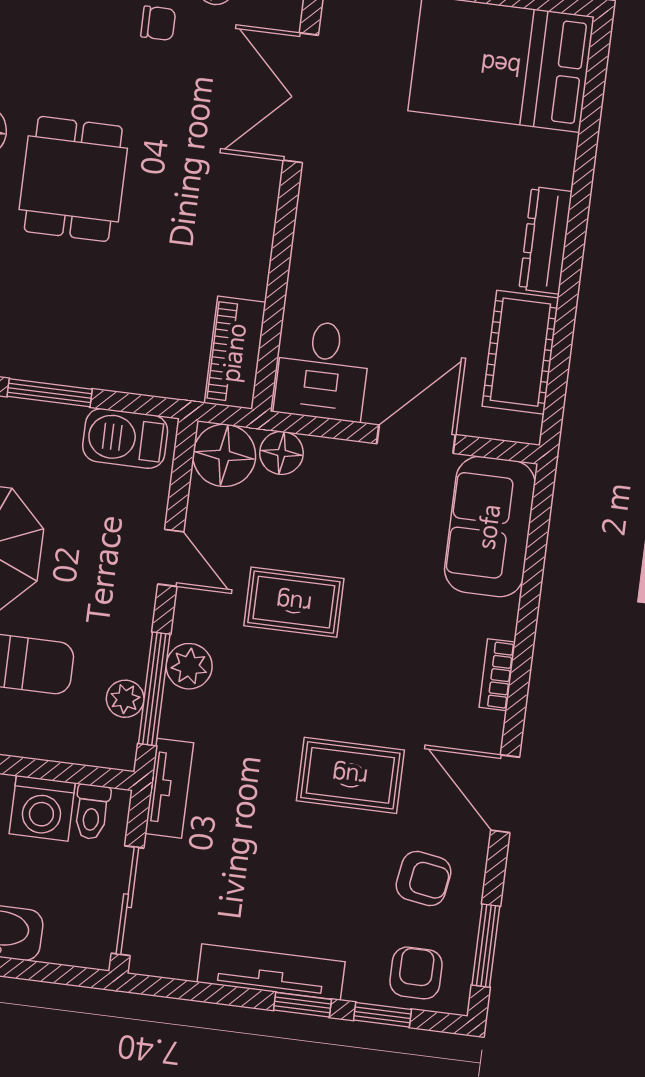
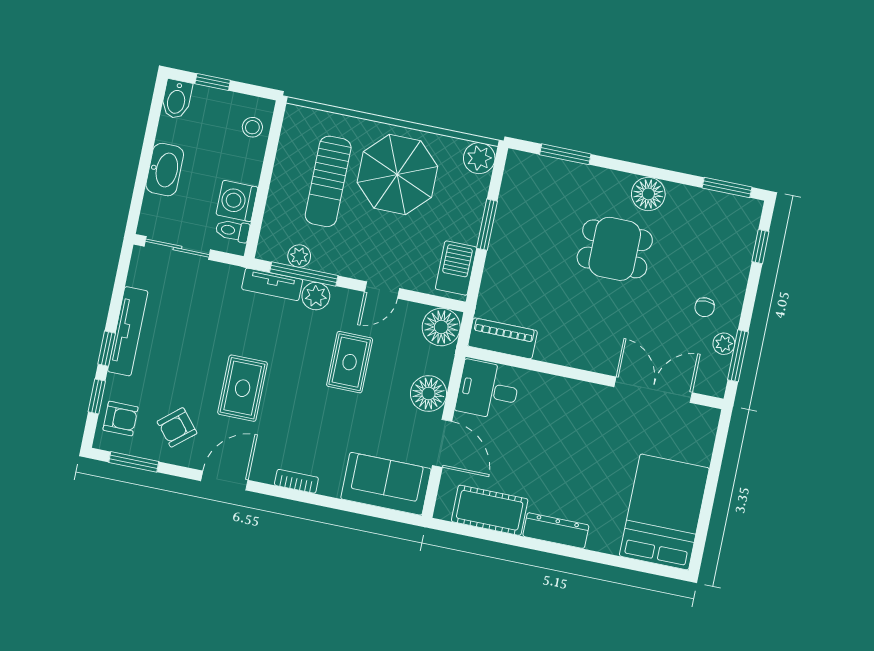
floor lamp: (281, 453) -> (428, 394), moved, width x1.38, depth x1.38
tv unit: (169, 788) -> (272, 284), moved
armchair: (423, 879) -> (177, 427), turned 41

